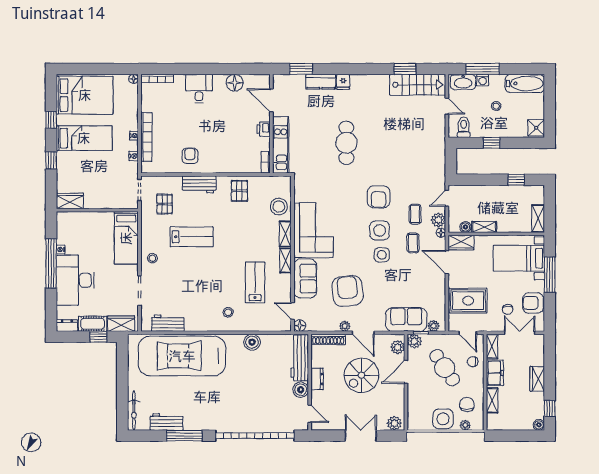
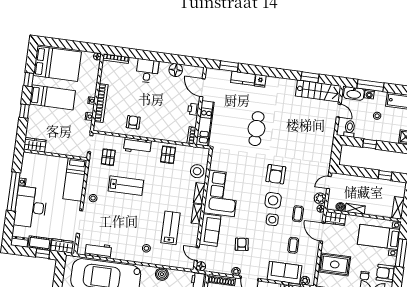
coffee table: (415, 214) -> (293, 245), moved
armchair: (348, 291) -> (242, 244), width x0.53, depth x0.53

